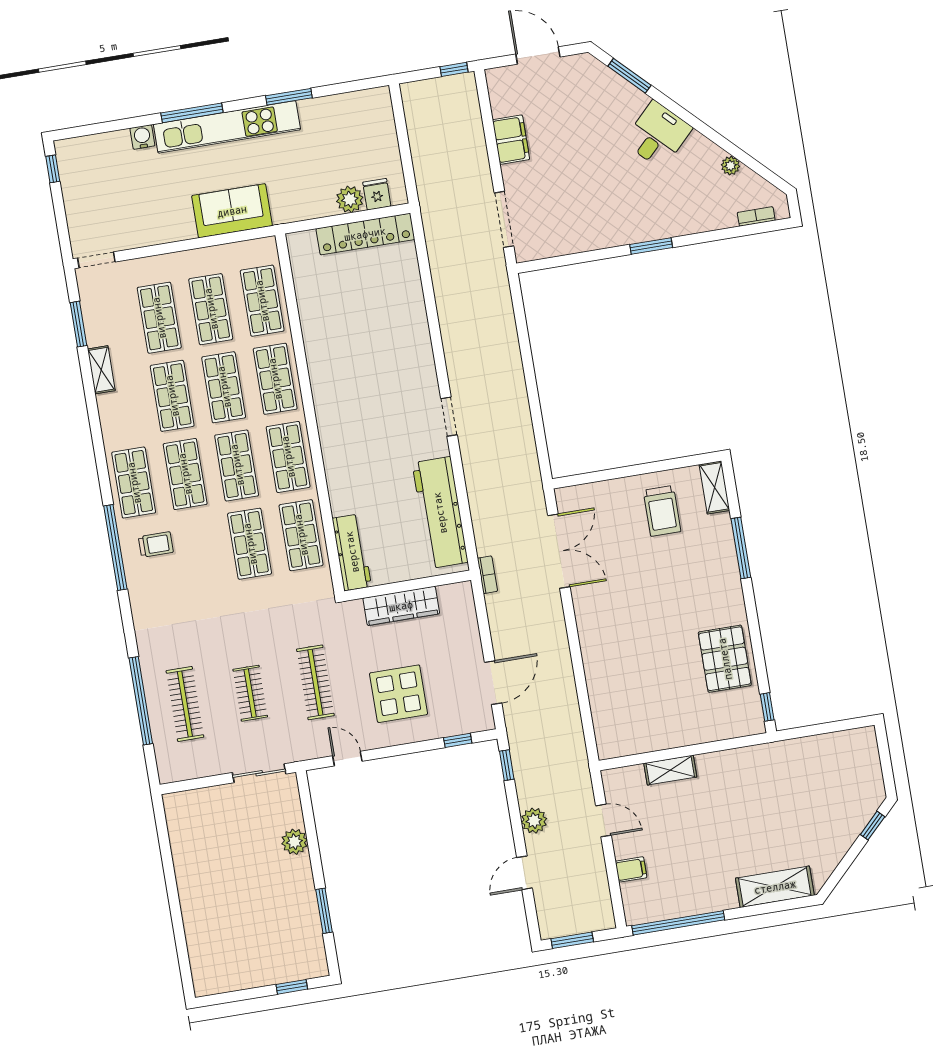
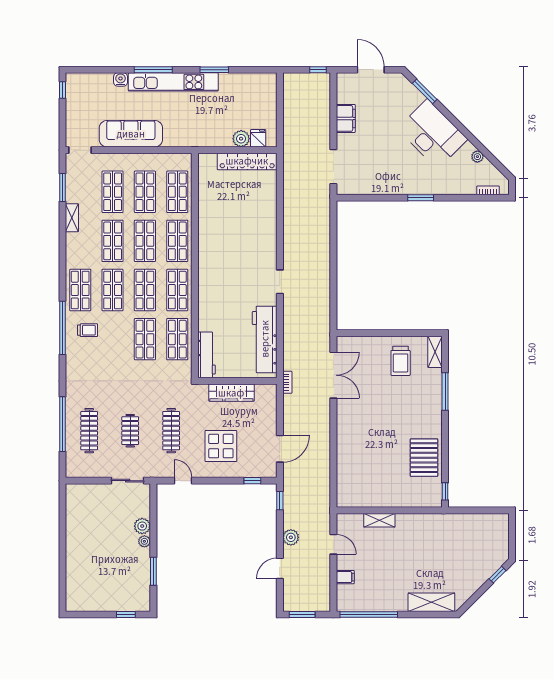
desk: (658, 135) -> (432, 134), width x1.87, depth x1.30
sofa: (232, 211) -> (131, 134), moved, width x1.36
plant: (302, 865) -> (144, 541), added

